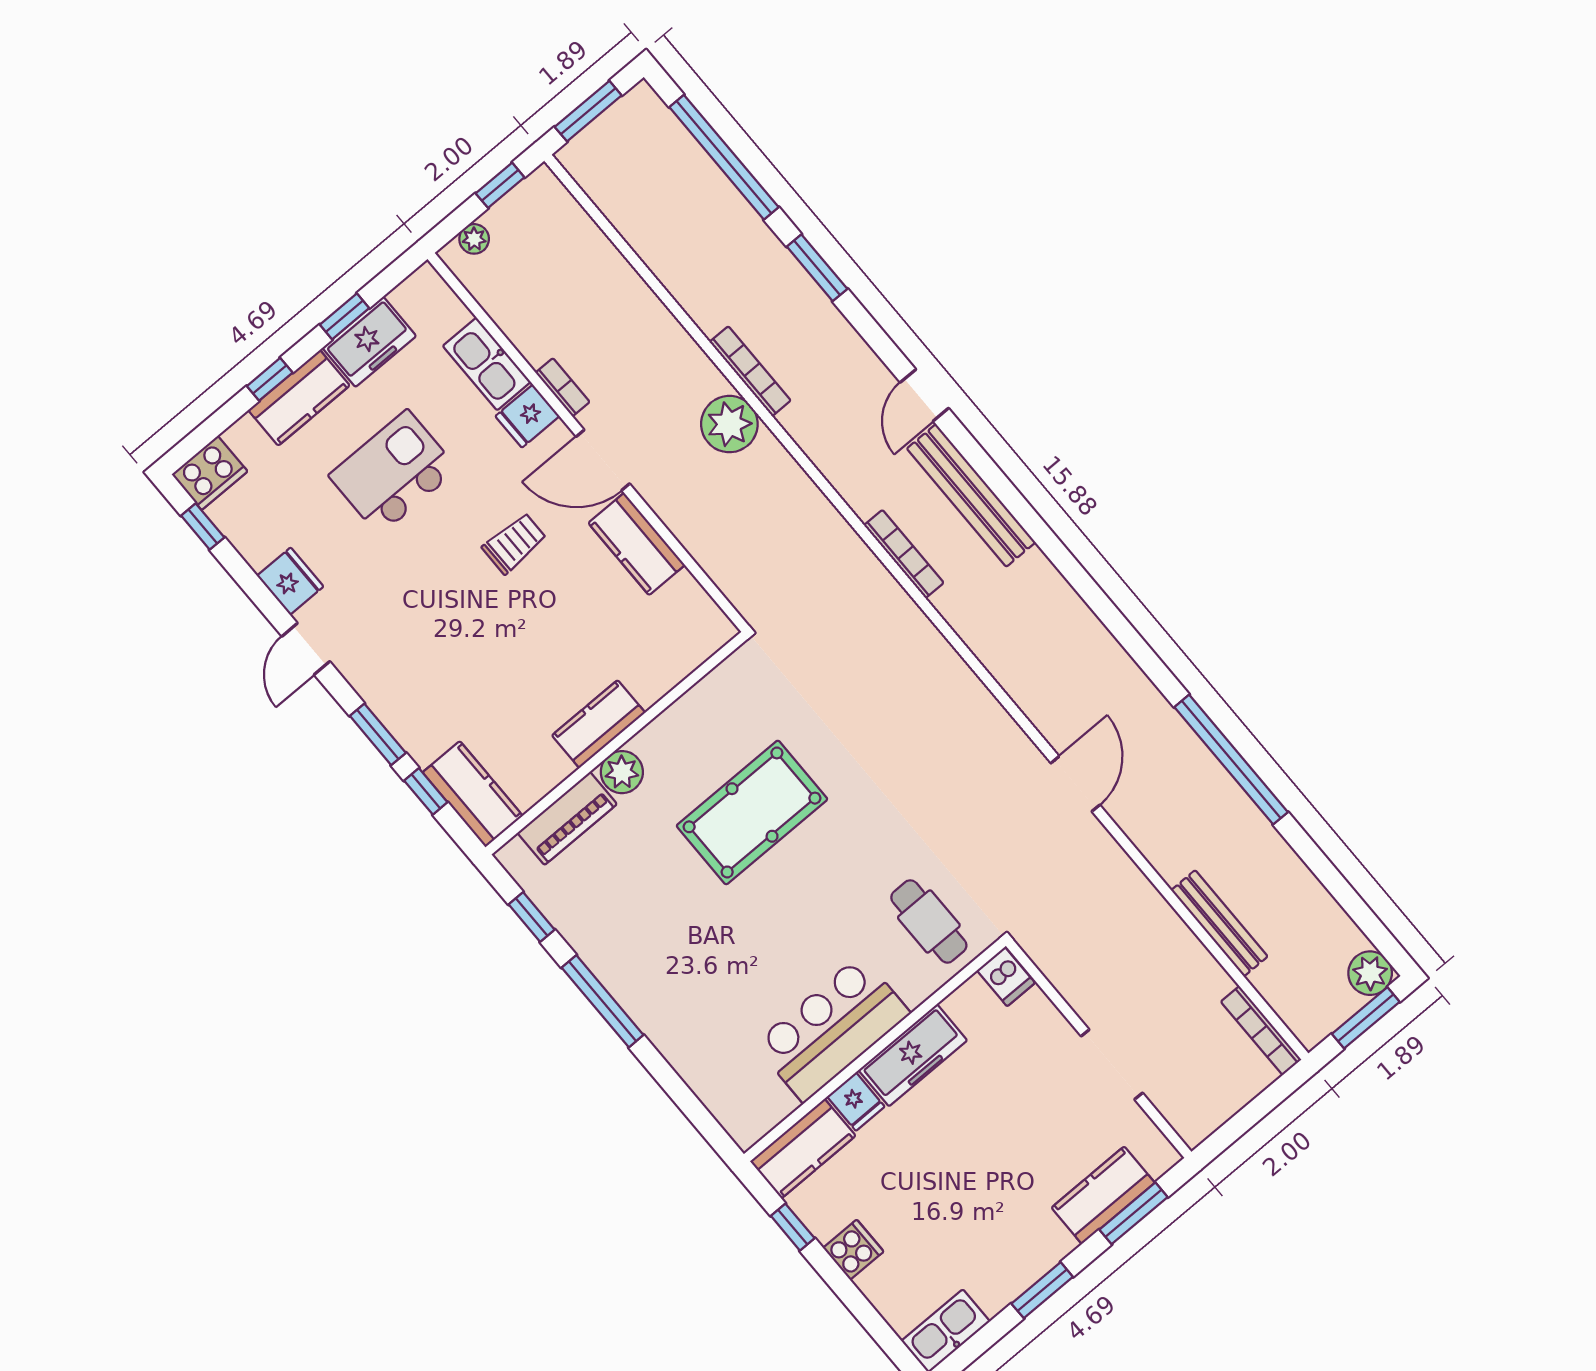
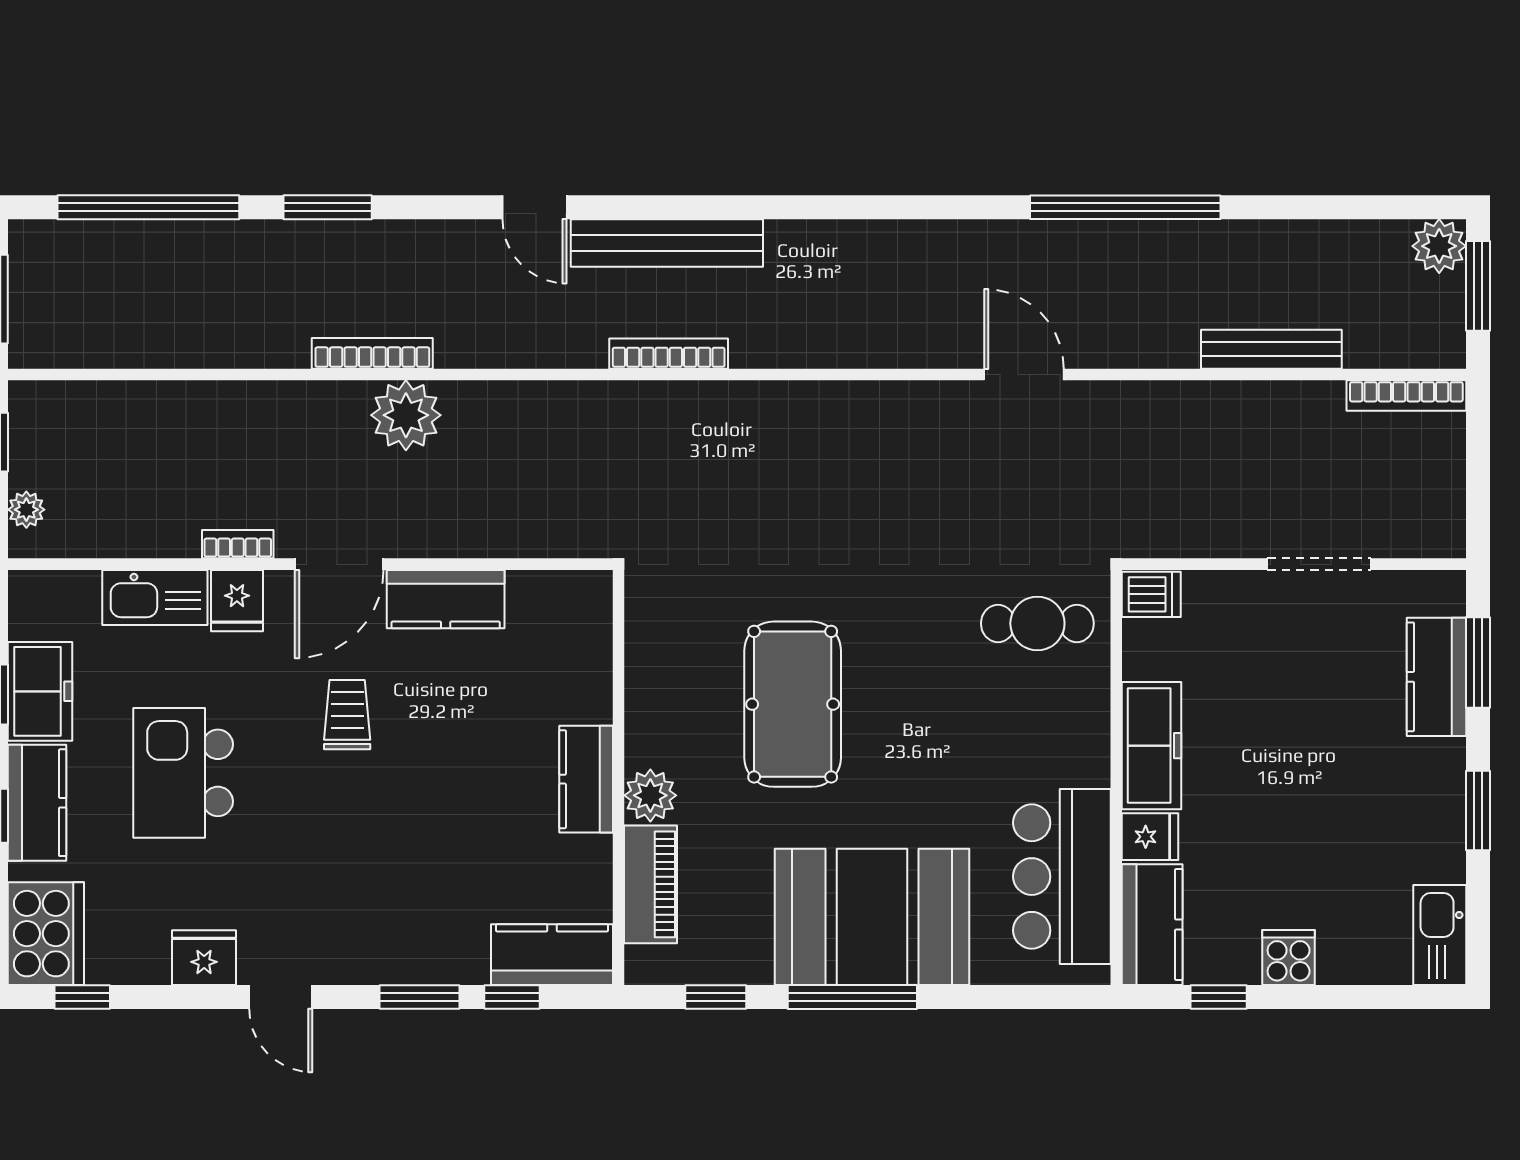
cooker: (210, 473) -> (46, 934), width x1.37, depth x1.31
booth: (662, 972) -> (872, 917), added
bar counter: (832, 1029) -> (1062, 877), moved

